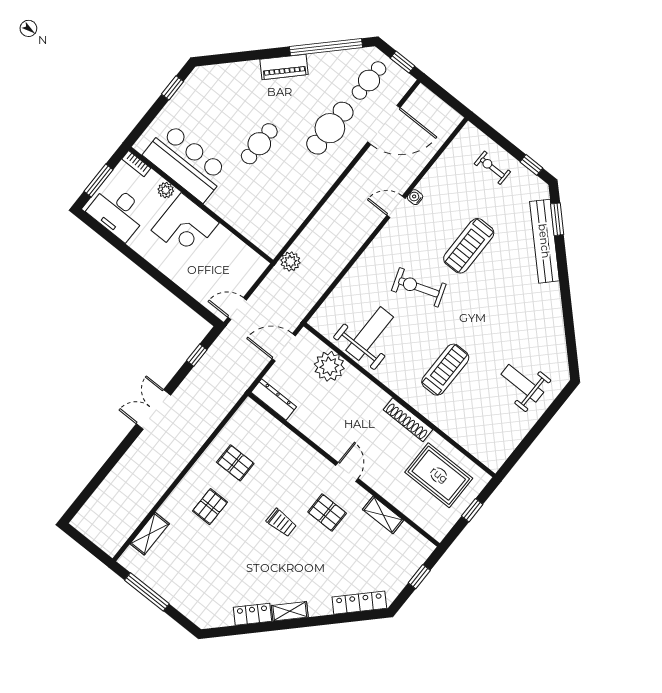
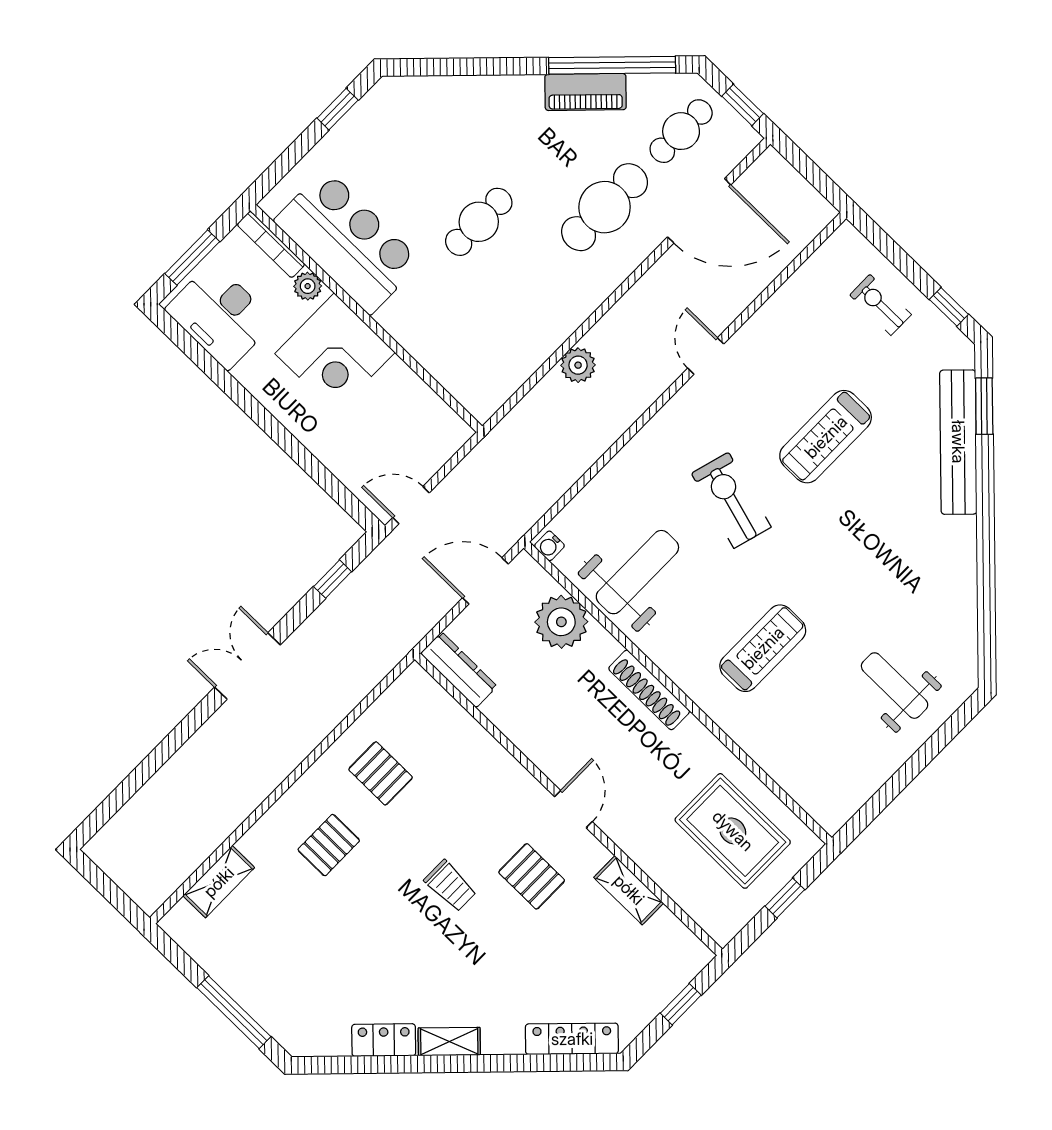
piano: (284, 67) -> (586, 92), moved
bookcase: (136, 164) -> (271, 244), width x1.56
water cooler: (415, 197) -> (549, 546), moved, turned -90
door: (396, 207) -> (706, 356), hinge flipped
plant: (290, 261) -> (578, 365), moved
exercise bike: (419, 287) -> (731, 500), turned 35
shoe rack: (408, 420) -> (649, 690), moved
window: (147, 592) -> (234, 1012), moved

